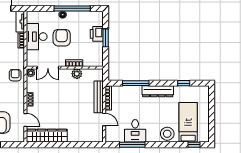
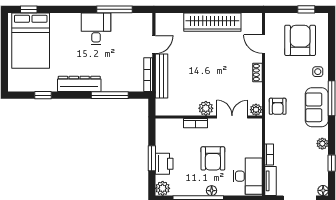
plant: (98, 16) -> (163, 188), added
desk: (37, 37) -> (248, 176), moved
plant: (77, 74) -> (206, 108), moved
door: (104, 120) -> (154, 45), swing flipped
bed: (188, 122) -> (31, 41), width x1.50
desk: (135, 131) -> (96, 29), moved
stool: (167, 134) -> (66, 25), removed
wardrobe: (47, 136) -> (212, 22), moved

